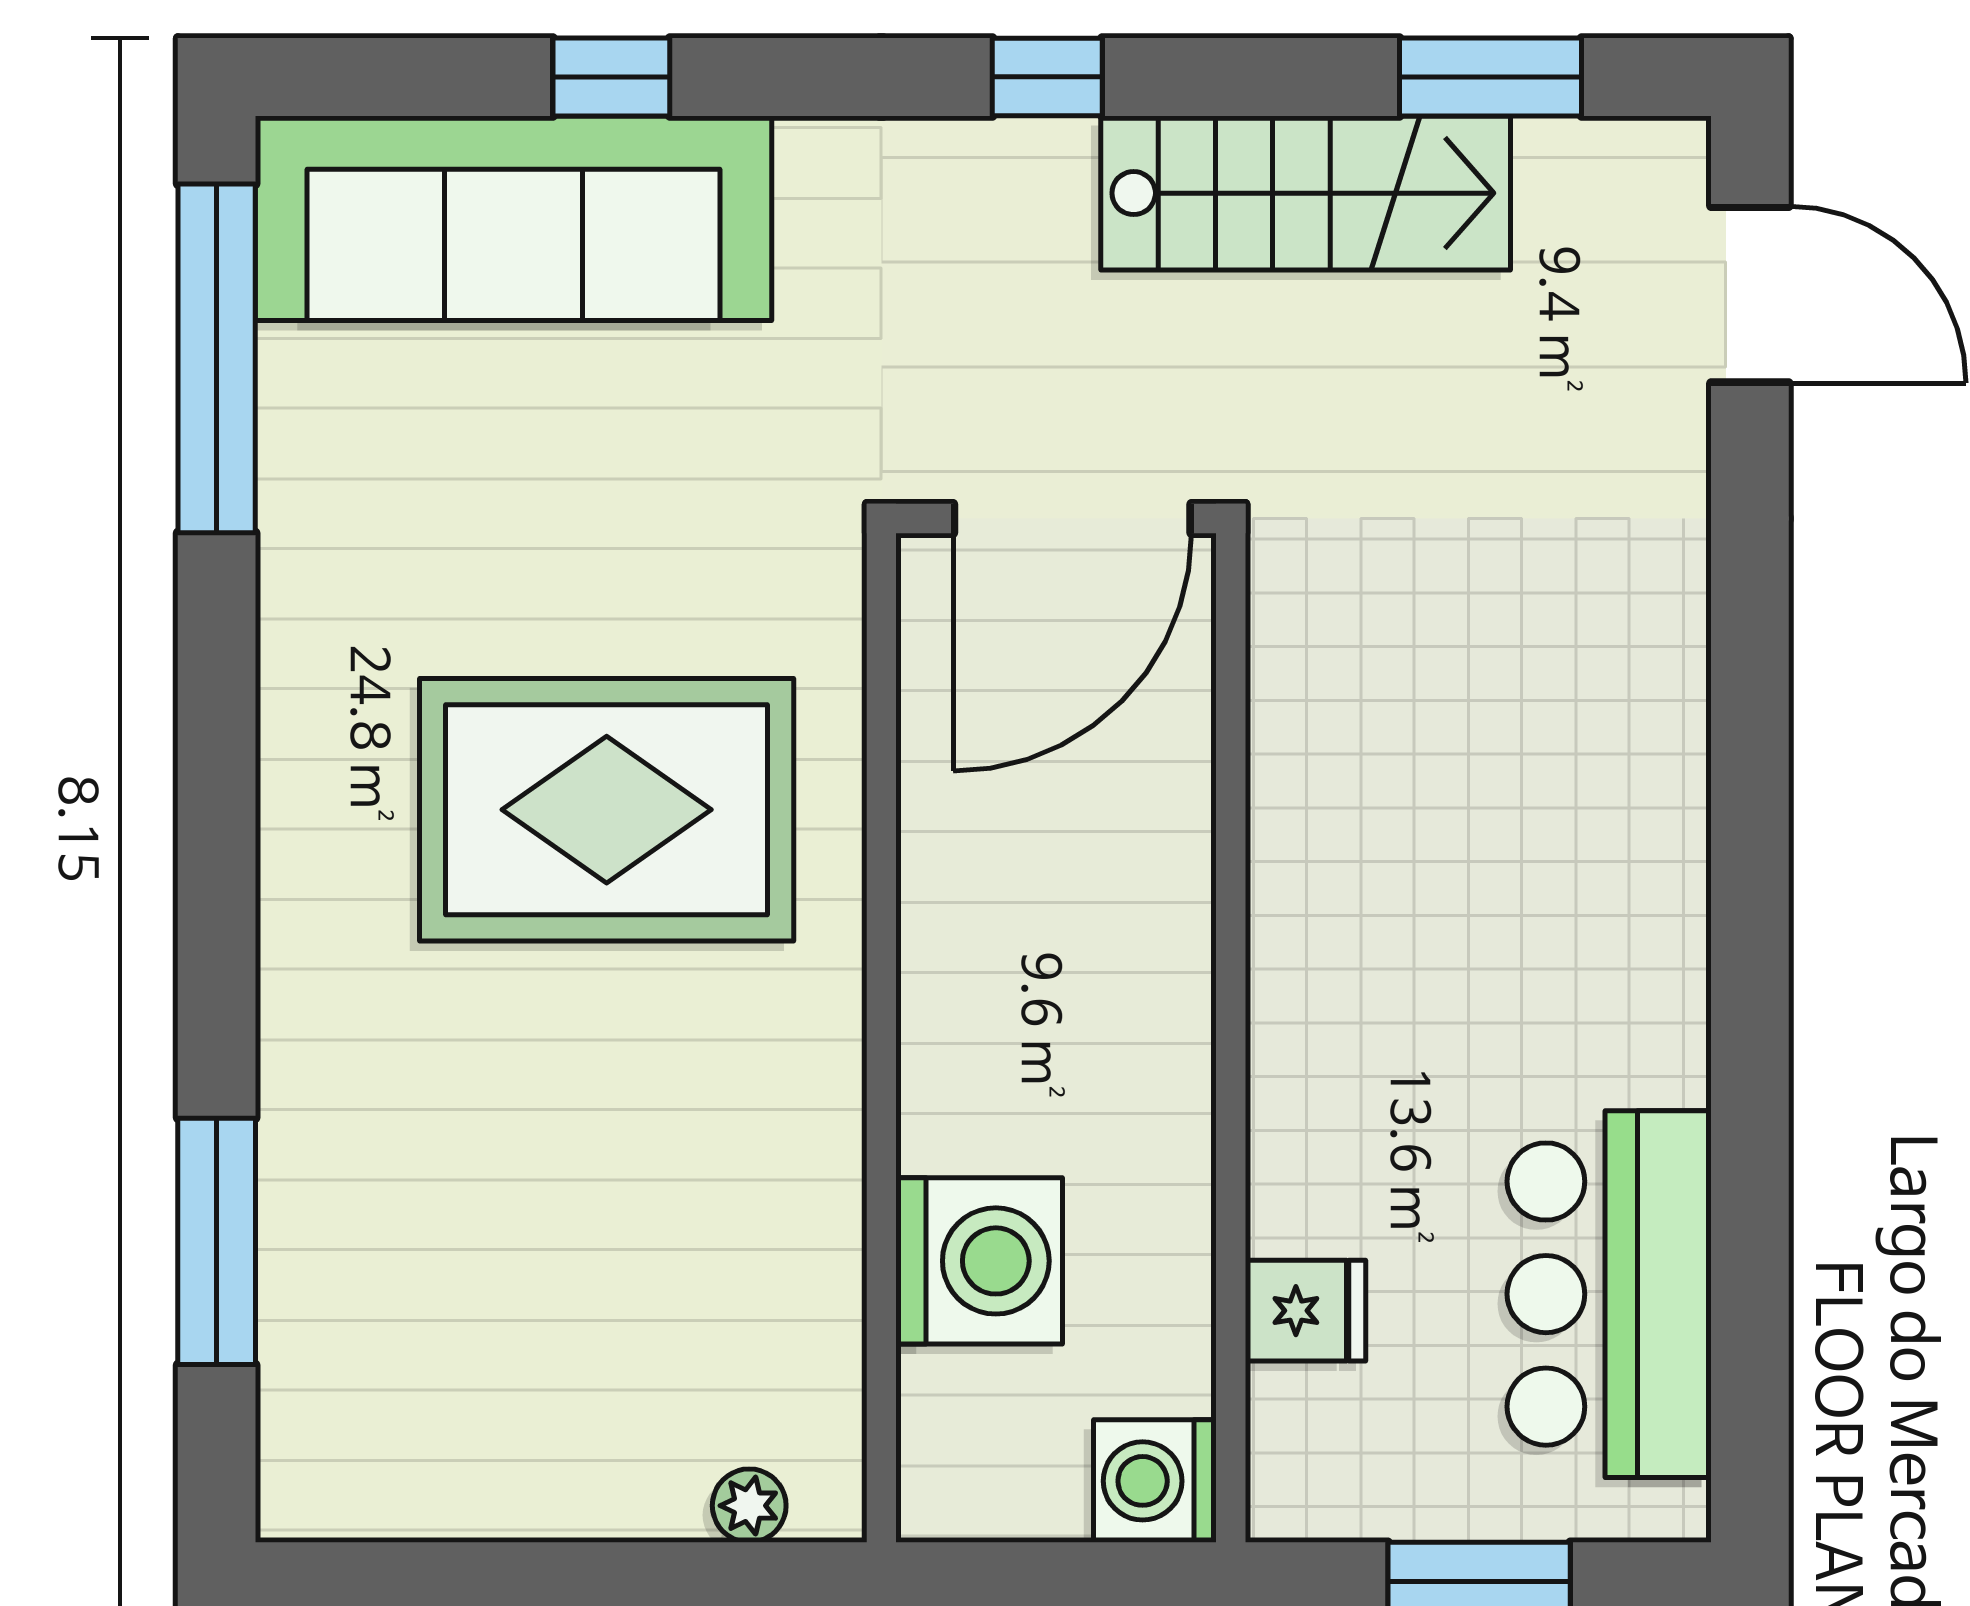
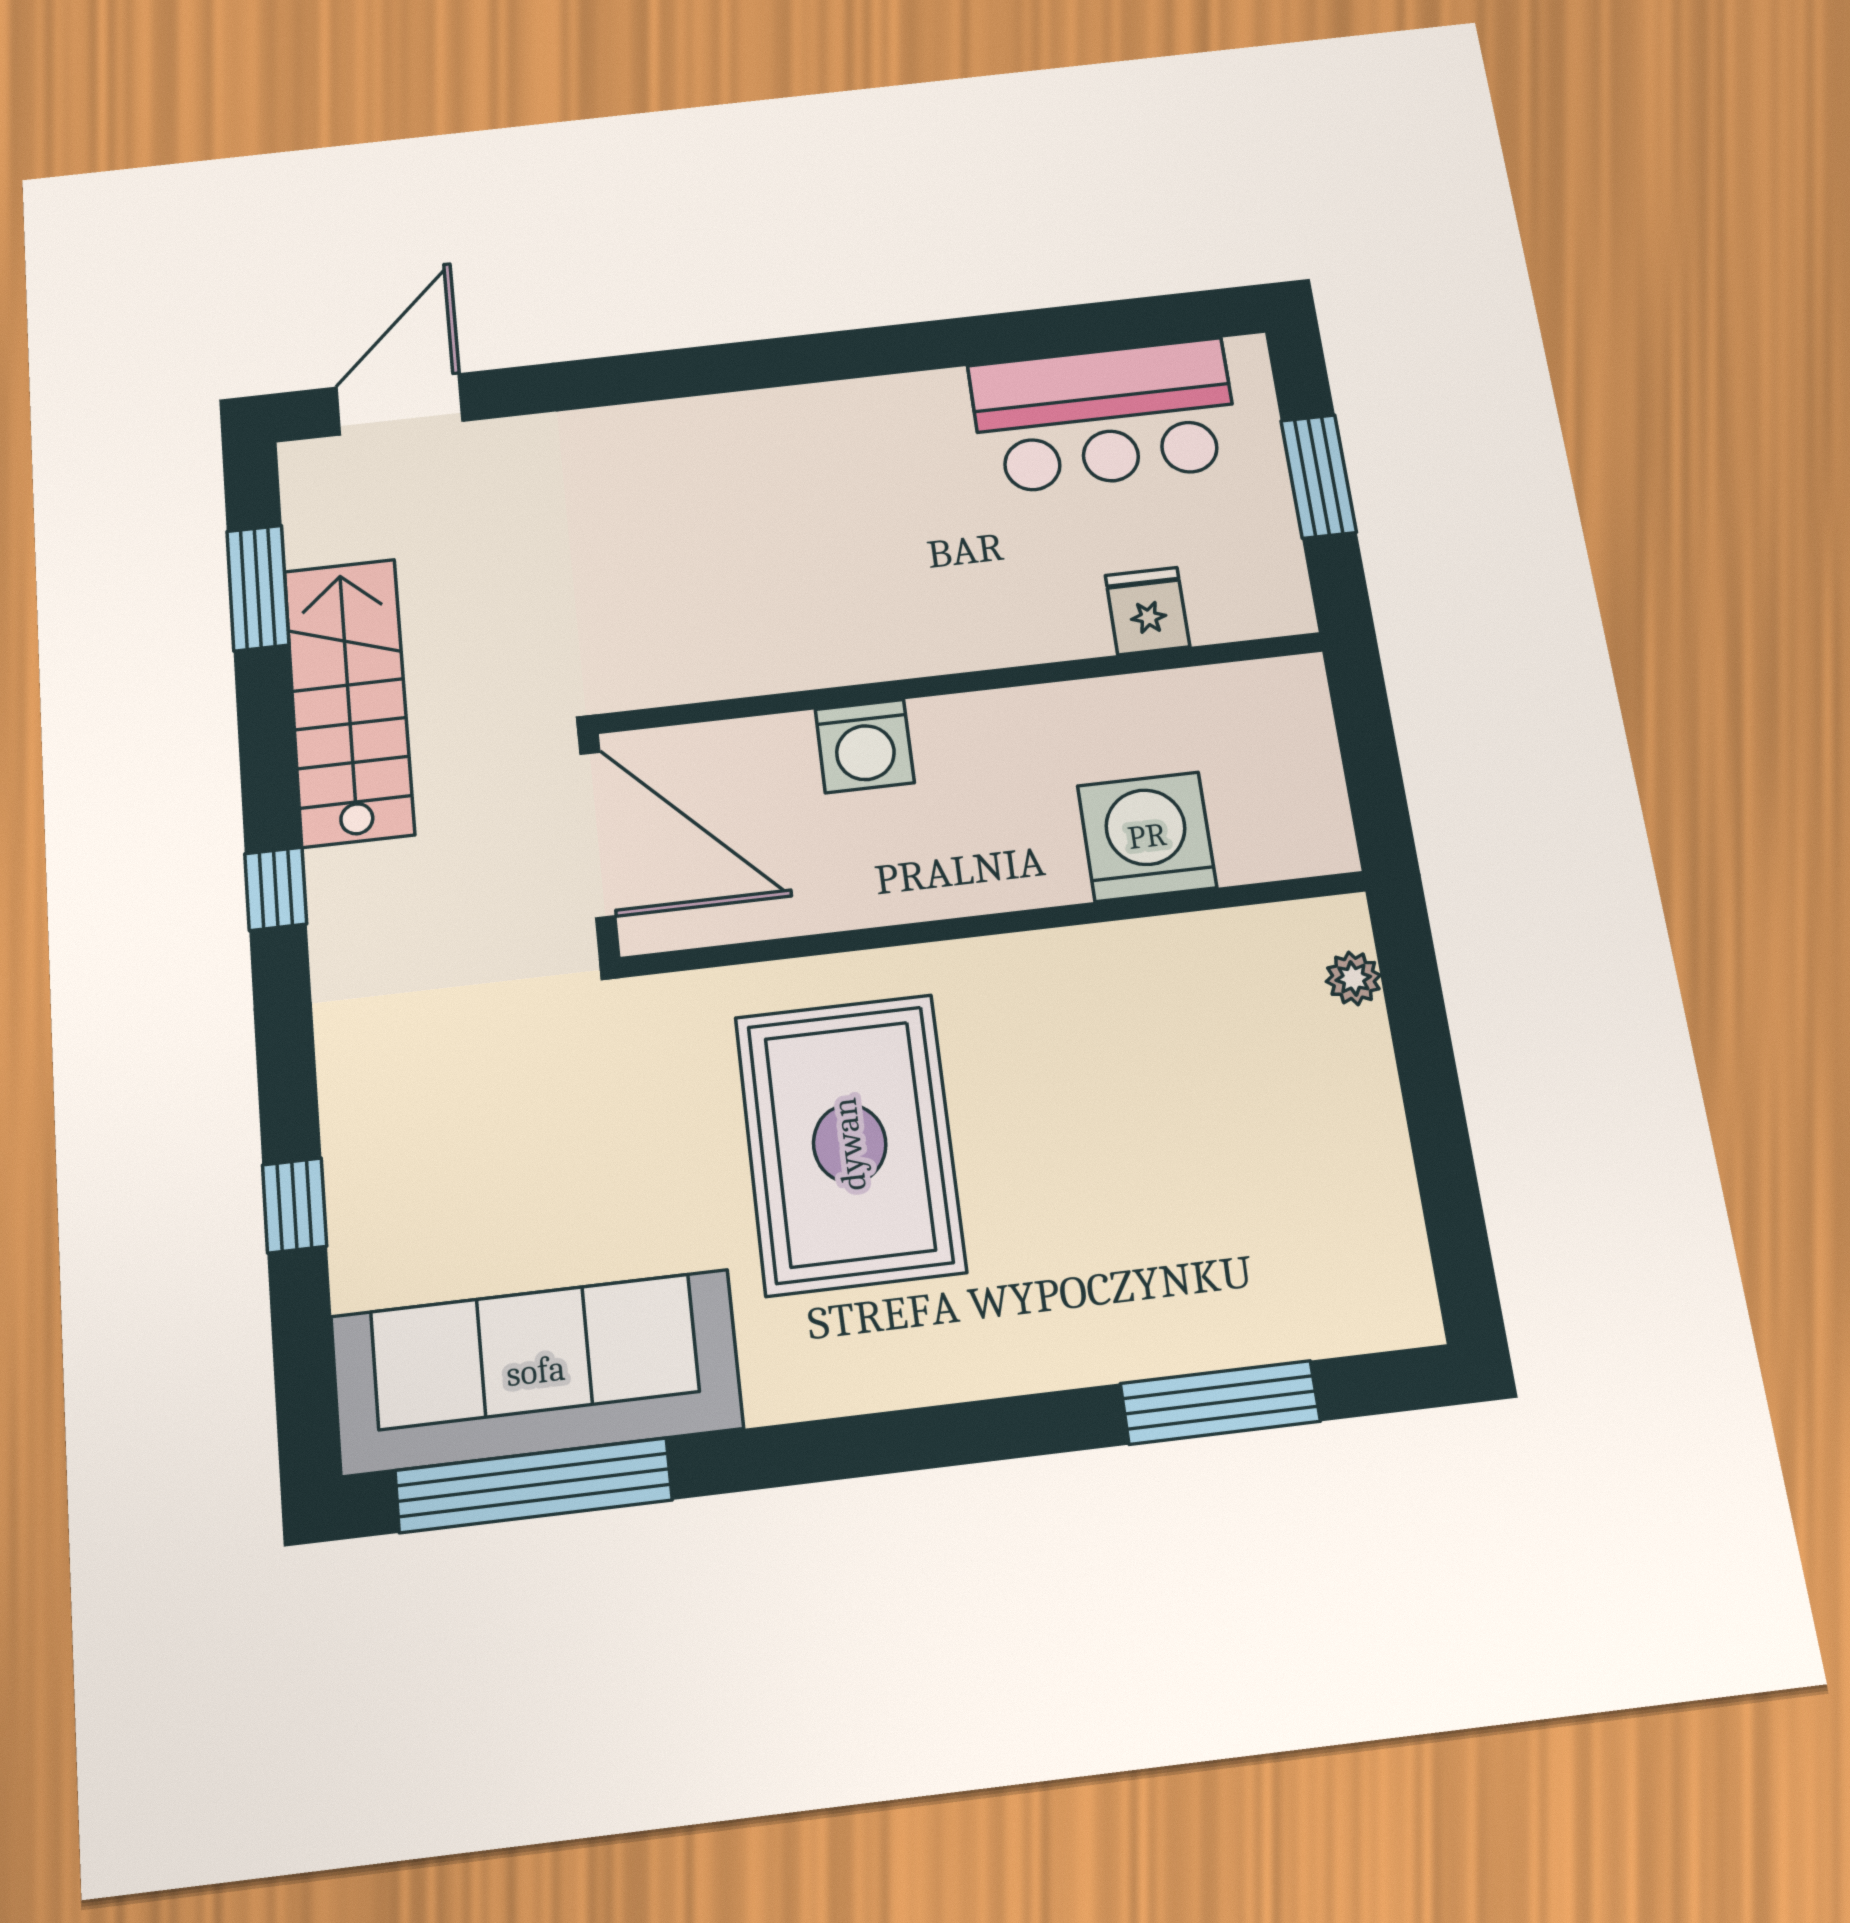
sofa: (514, 218) -> (536, 1372), moved, turned -90
washing machine: (1155, 1481) -> (865, 746), moved

